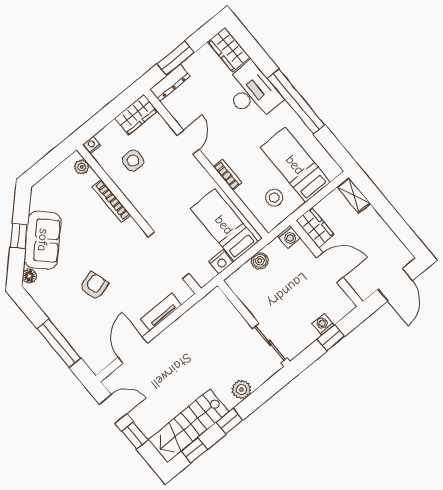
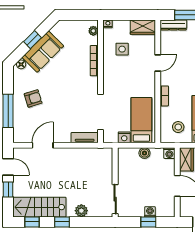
armchair: (94, 286) -> (33, 98), moved
tv unit: (161, 312) -> (85, 138), moved

